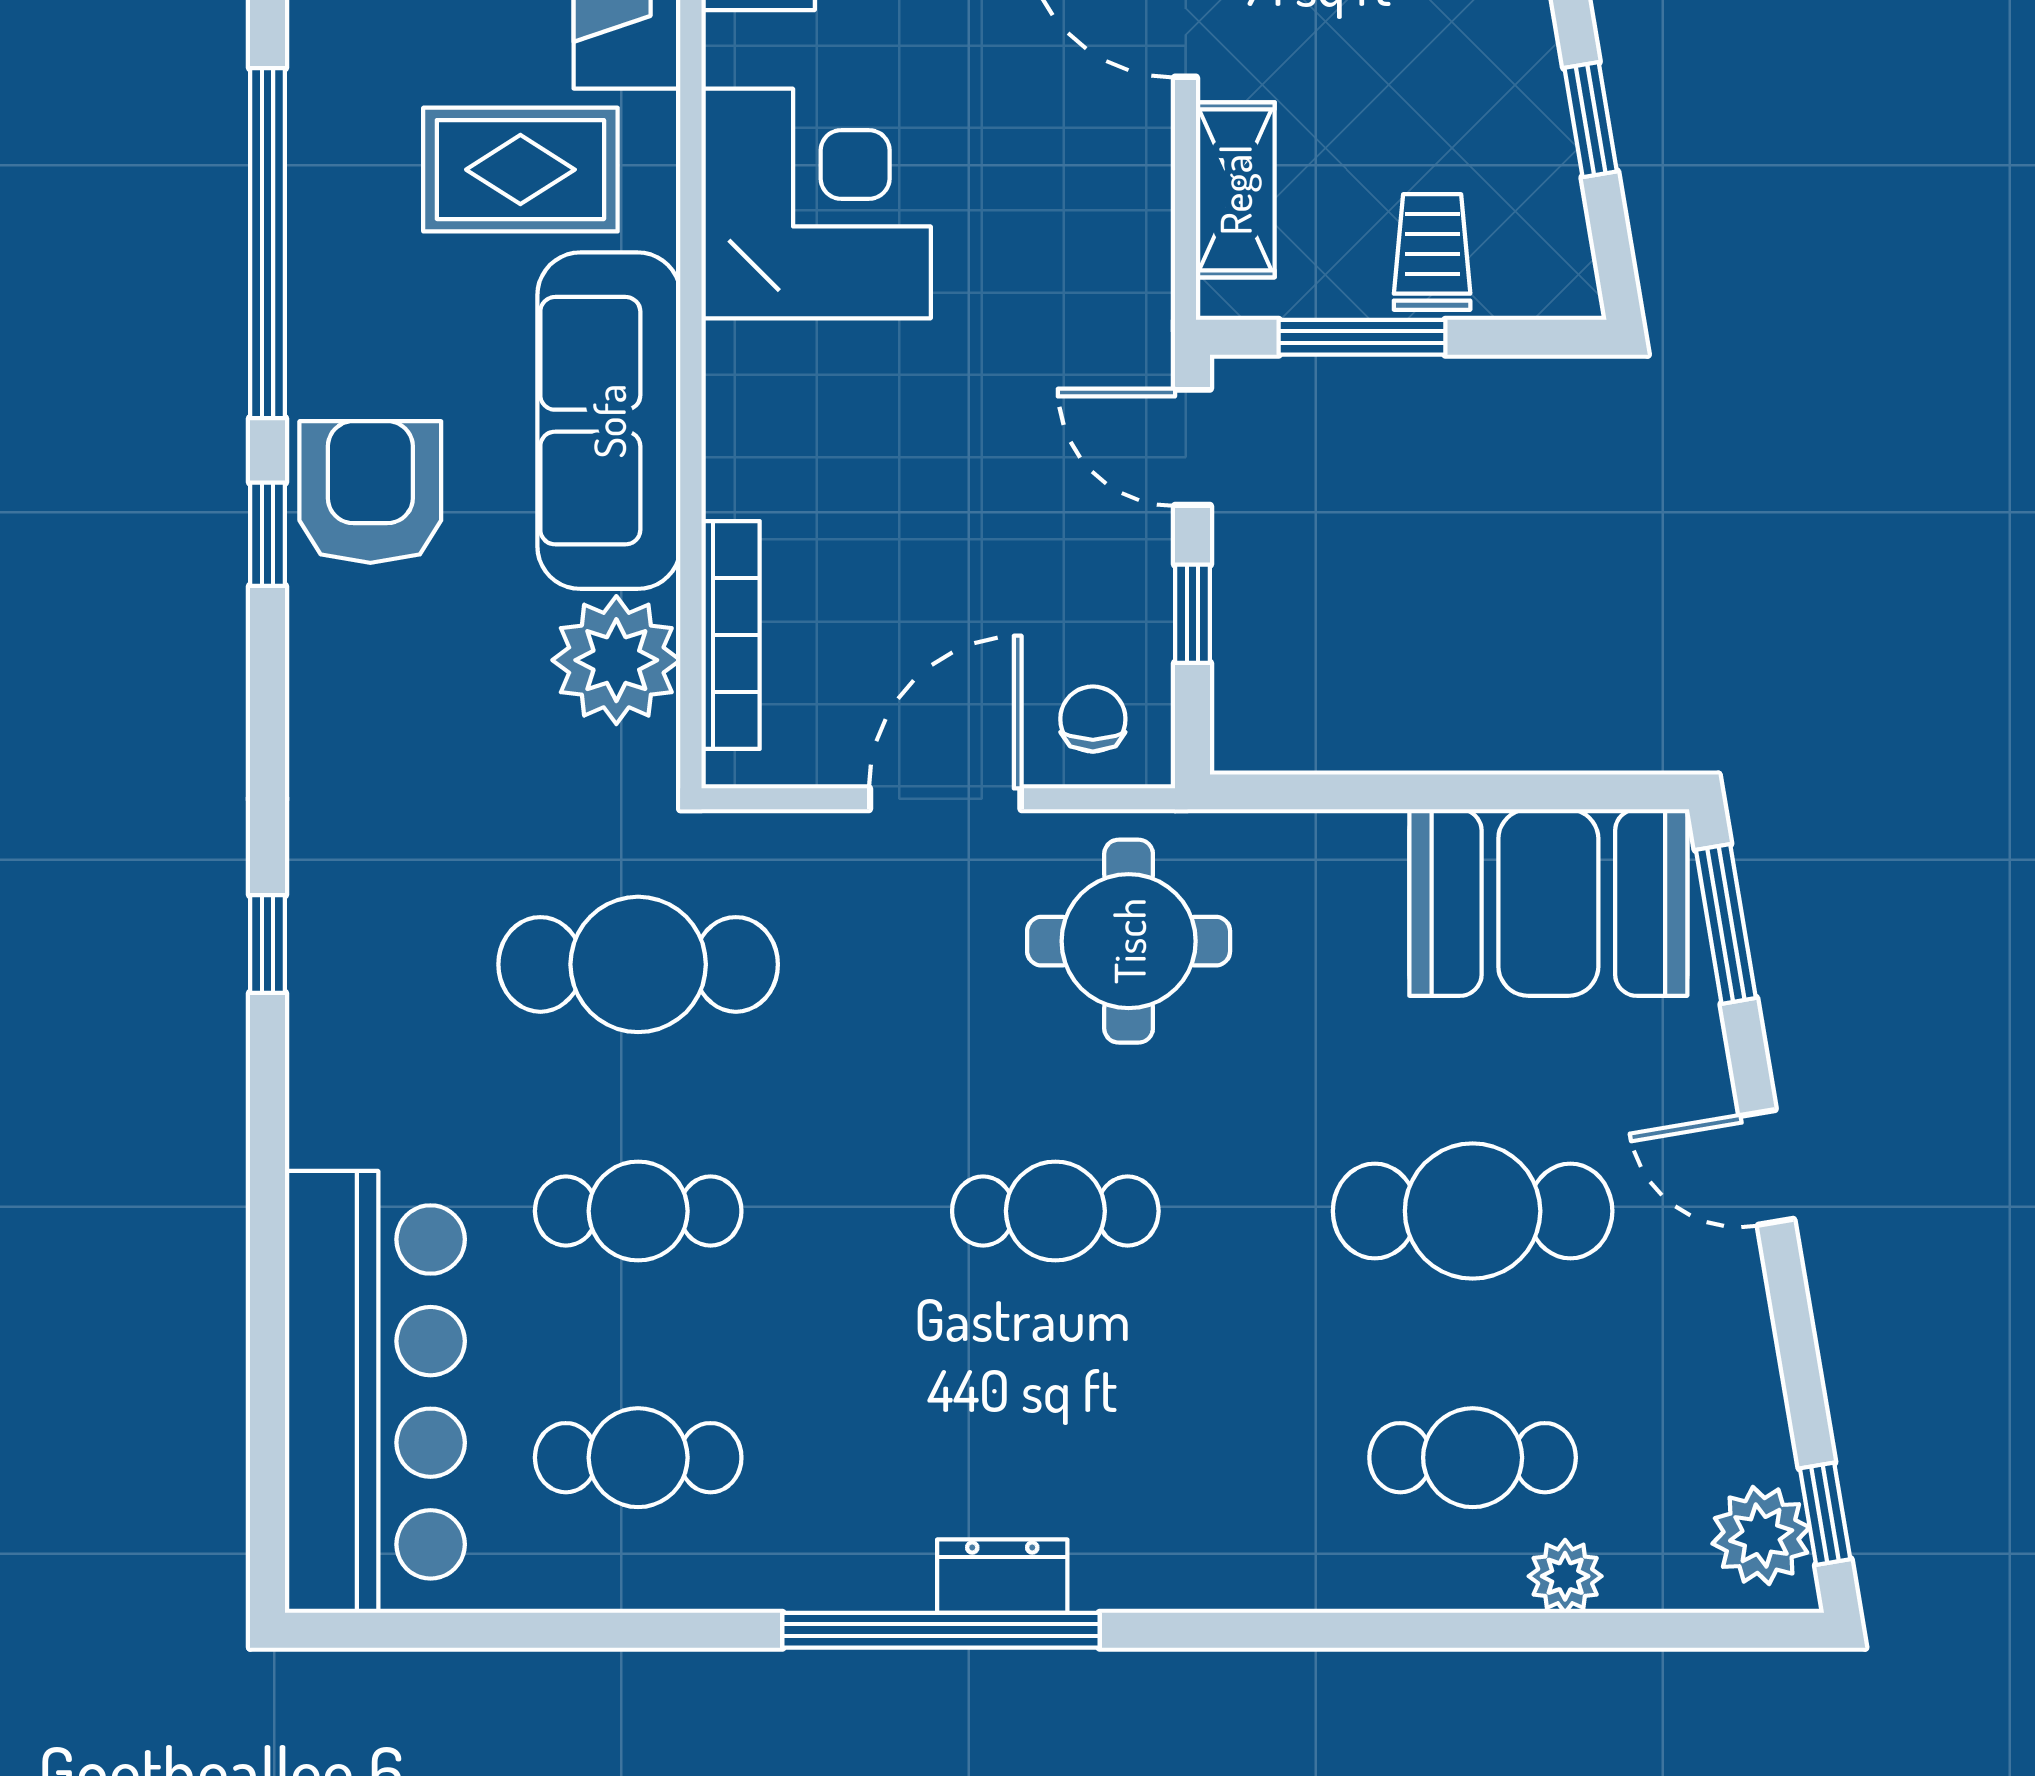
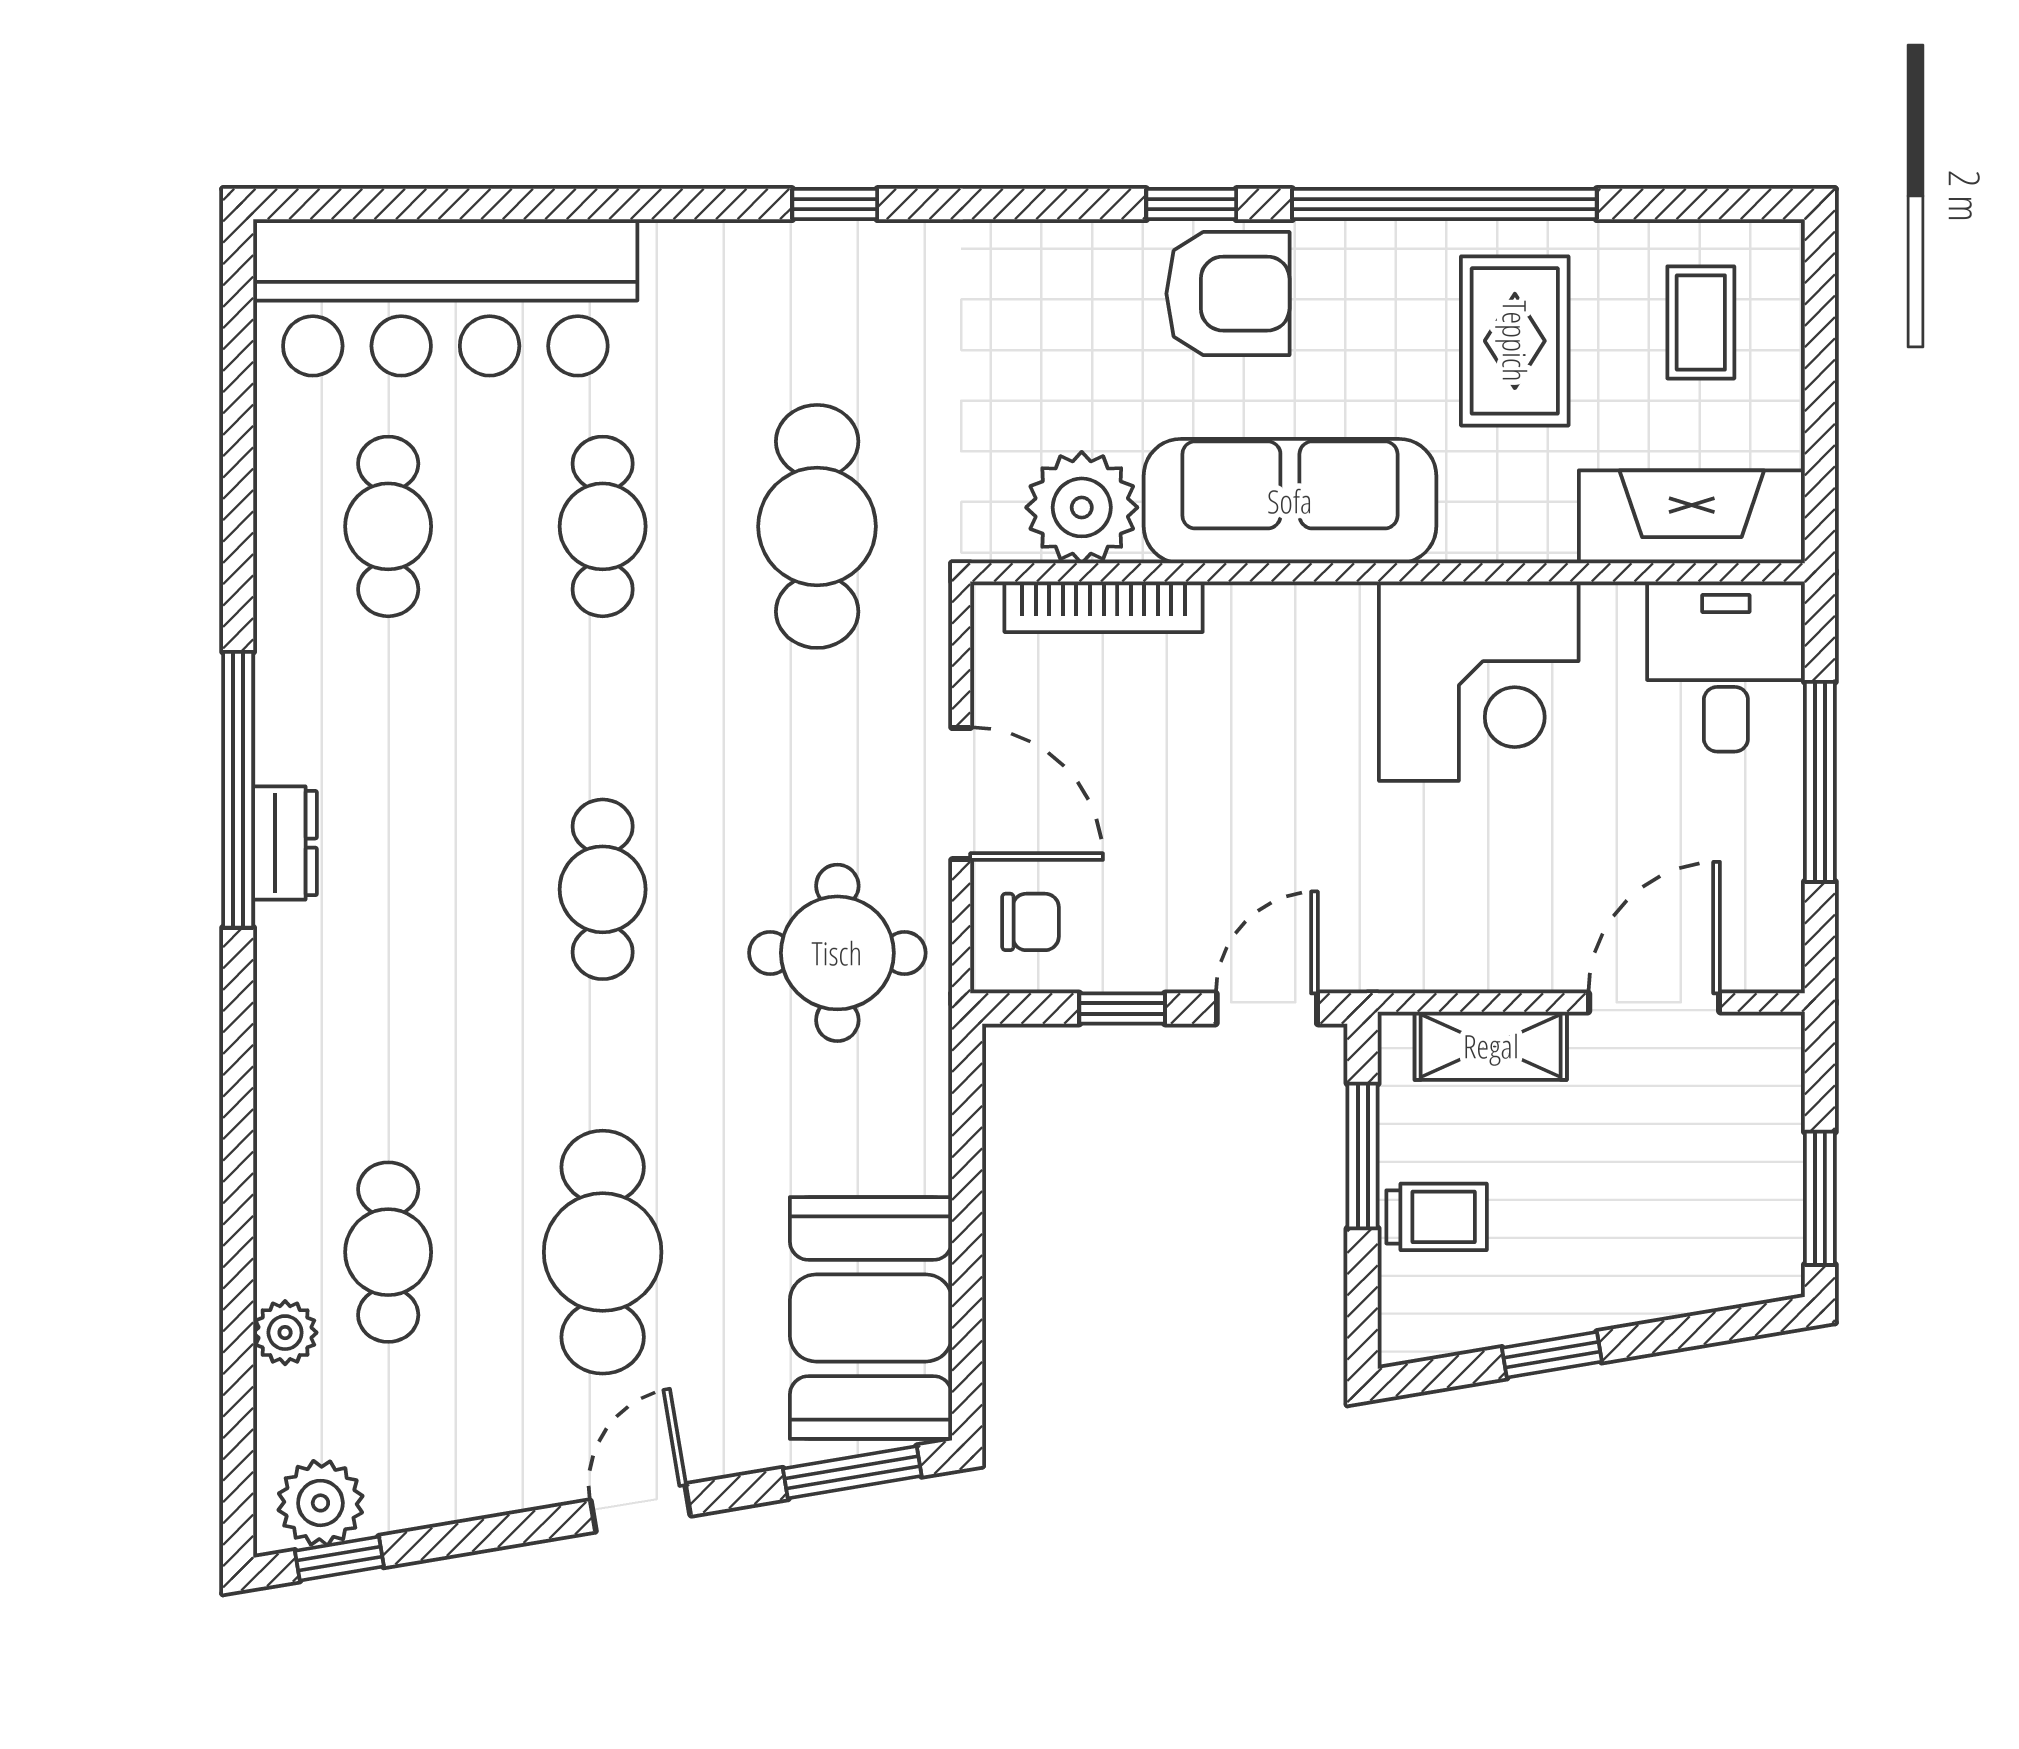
rug: (520, 170) -> (1515, 341), moved

